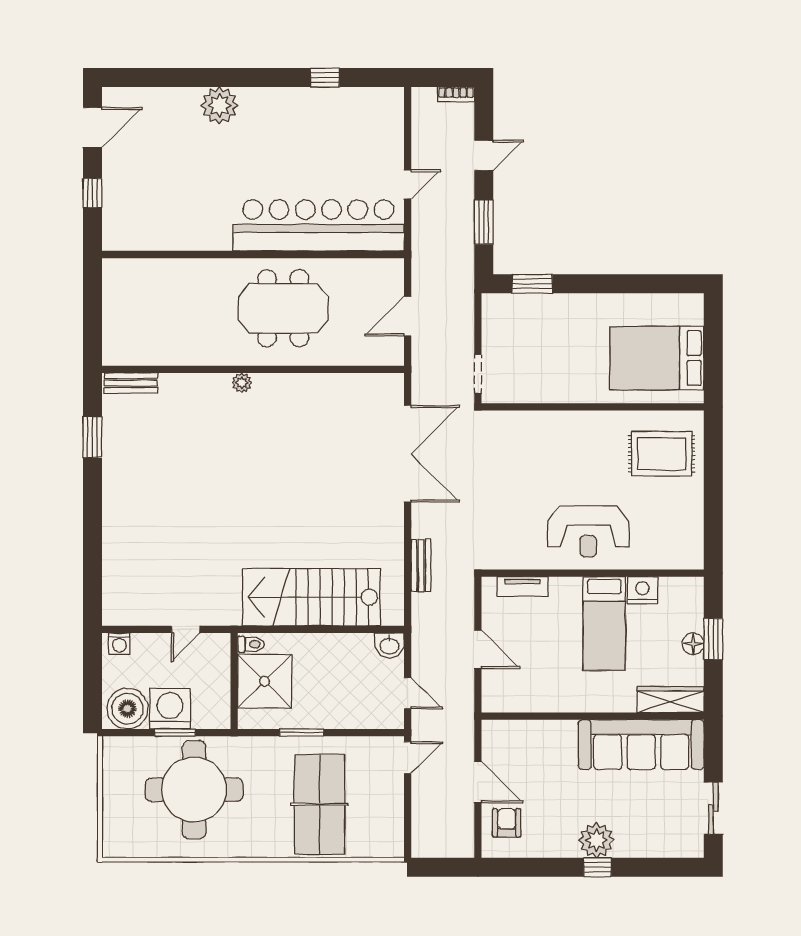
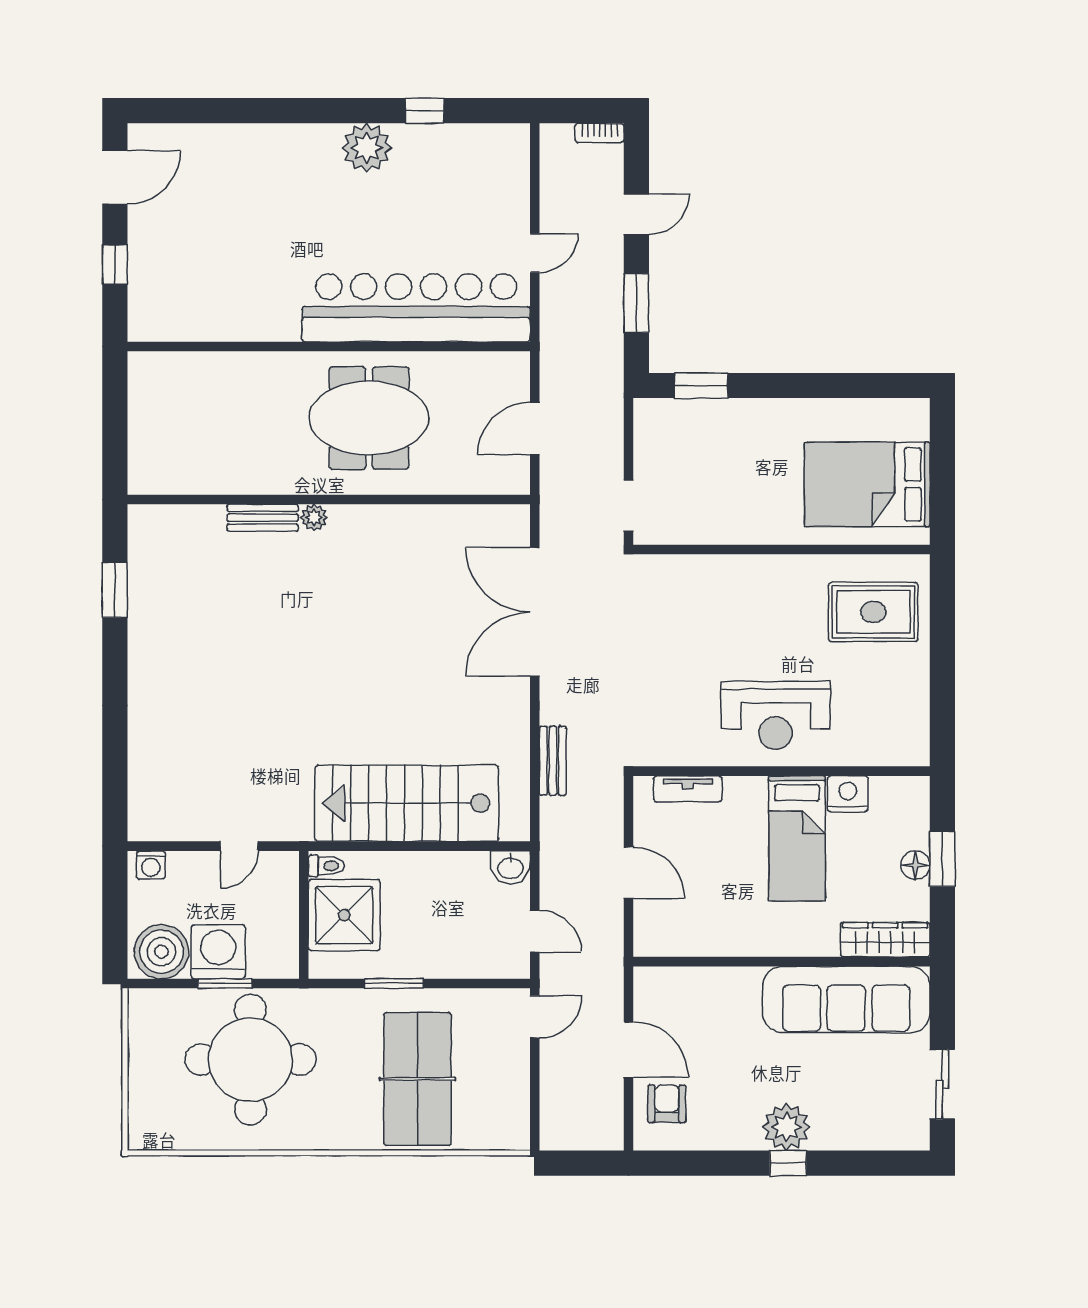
plant: (219, 105) -> (367, 148), moved
bench: (131, 383) -> (263, 518), moved
double door: (408, 454) -> (535, 612), swing flipped

